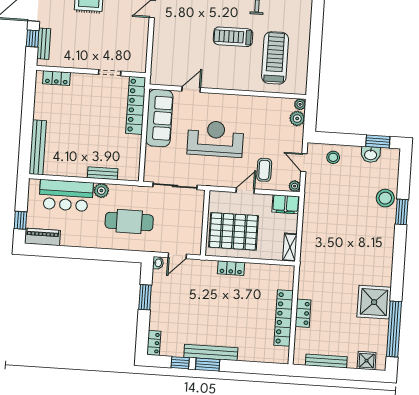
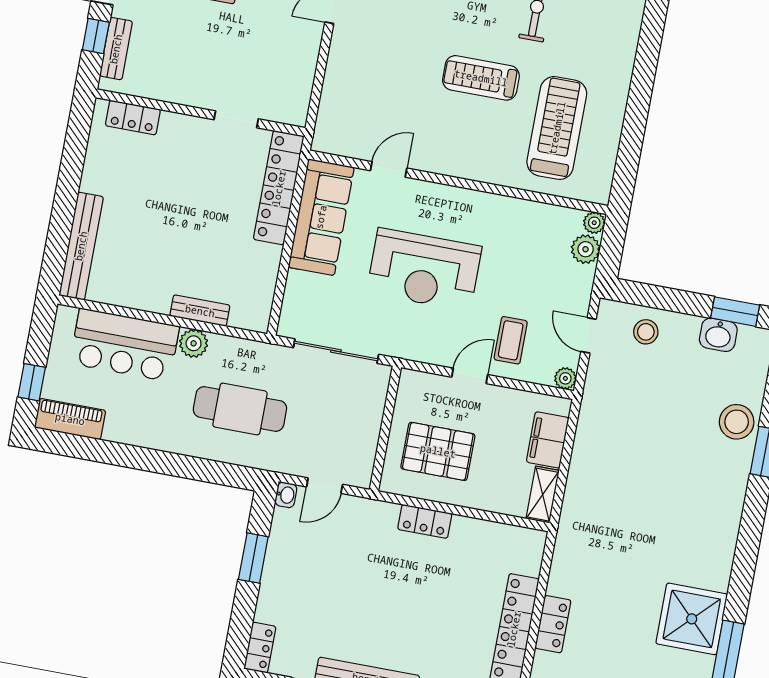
reception desk: (215, 139) -> (424, 270), turned 180
filing cabinet: (286, 204) -> (548, 440), moved, turned 90
pallet: (233, 231) -> (438, 451), width x0.73, depth x0.71

